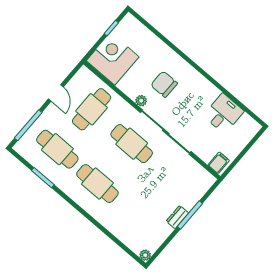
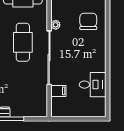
chair: (164, 84) -> (88, 21), moved
filing cabinet: (219, 163) -> (58, 91), moved

